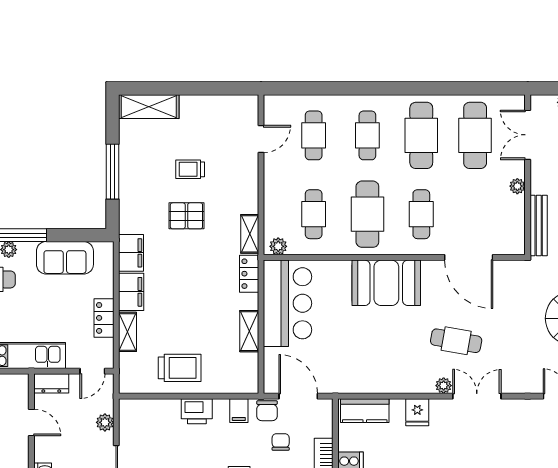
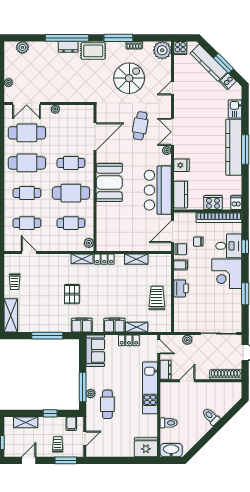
trolley: (190, 169) -> (15, 282), moved
bench: (539, 226) -> (77, 97), removed
filing cabinet: (131, 253) -> (82, 325), moved
sofa: (65, 258) -> (95, 351), moved
bar counter: (288, 303) -> (158, 190), moved, turned -90
cafe table: (456, 341) -> (140, 126), moved

